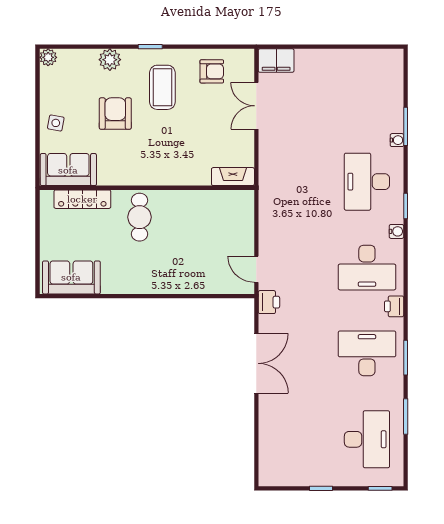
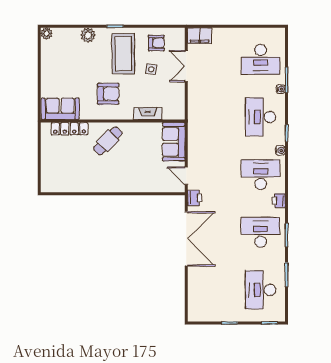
coffee table: (162, 87) -> (123, 54), width x1.36, depth x1.32
desk: (367, 96) -> (261, 59), added
armchair: (115, 114) -> (108, 94), moved, turned 90
side table: (56, 123) -> (151, 69), moved
fireplace: (233, 177) -> (148, 114), moved
cafe table: (140, 217) -> (108, 141), turned 45
desk: (367, 268) -> (261, 175), turned 180
sofa: (71, 277) -> (174, 142), moved, turned -90
double door: (256, 363) -> (186, 239), width x1.36
desk: (367, 439) -> (261, 290), turned 180

